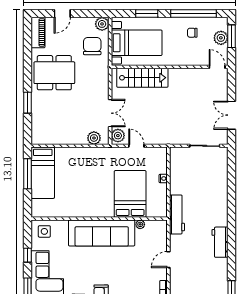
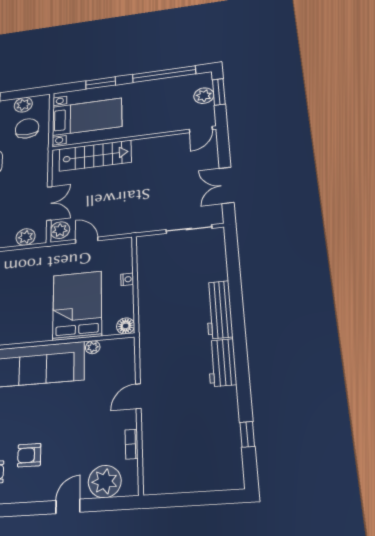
plant: (102, 24) -> (23, 105), moved
chair: (192, 33) -> (163, 95), removed
door: (217, 67) -> (201, 130), swing flipped
floor lamp: (161, 212) -> (126, 326), added
workbench: (177, 214) -> (219, 310), moved, turned 180

